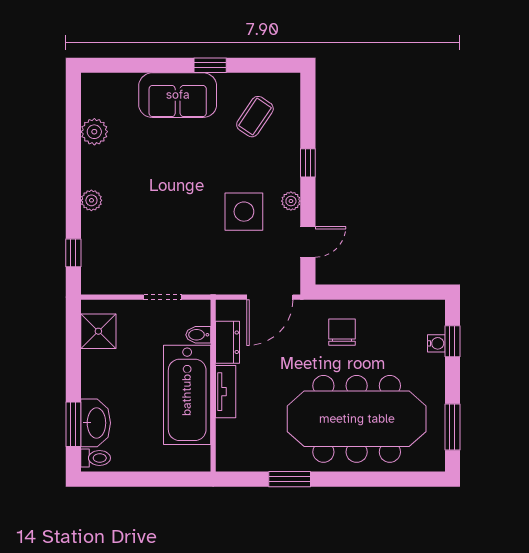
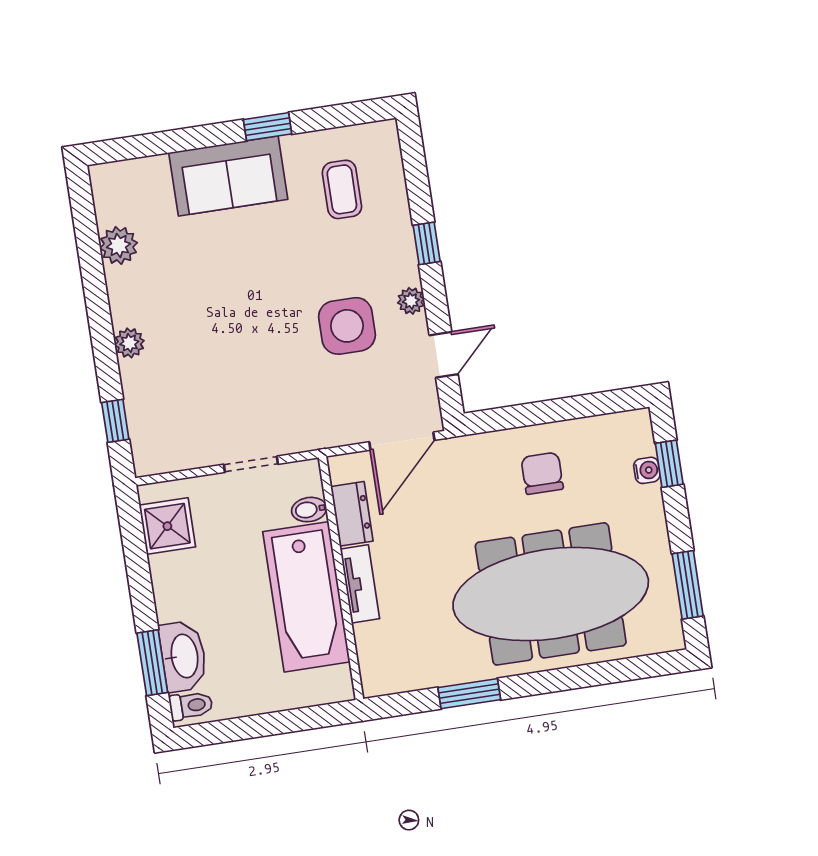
coffee table: (255, 117) -> (342, 189), turned -34
chair: (342, 332) -> (542, 473), moved

